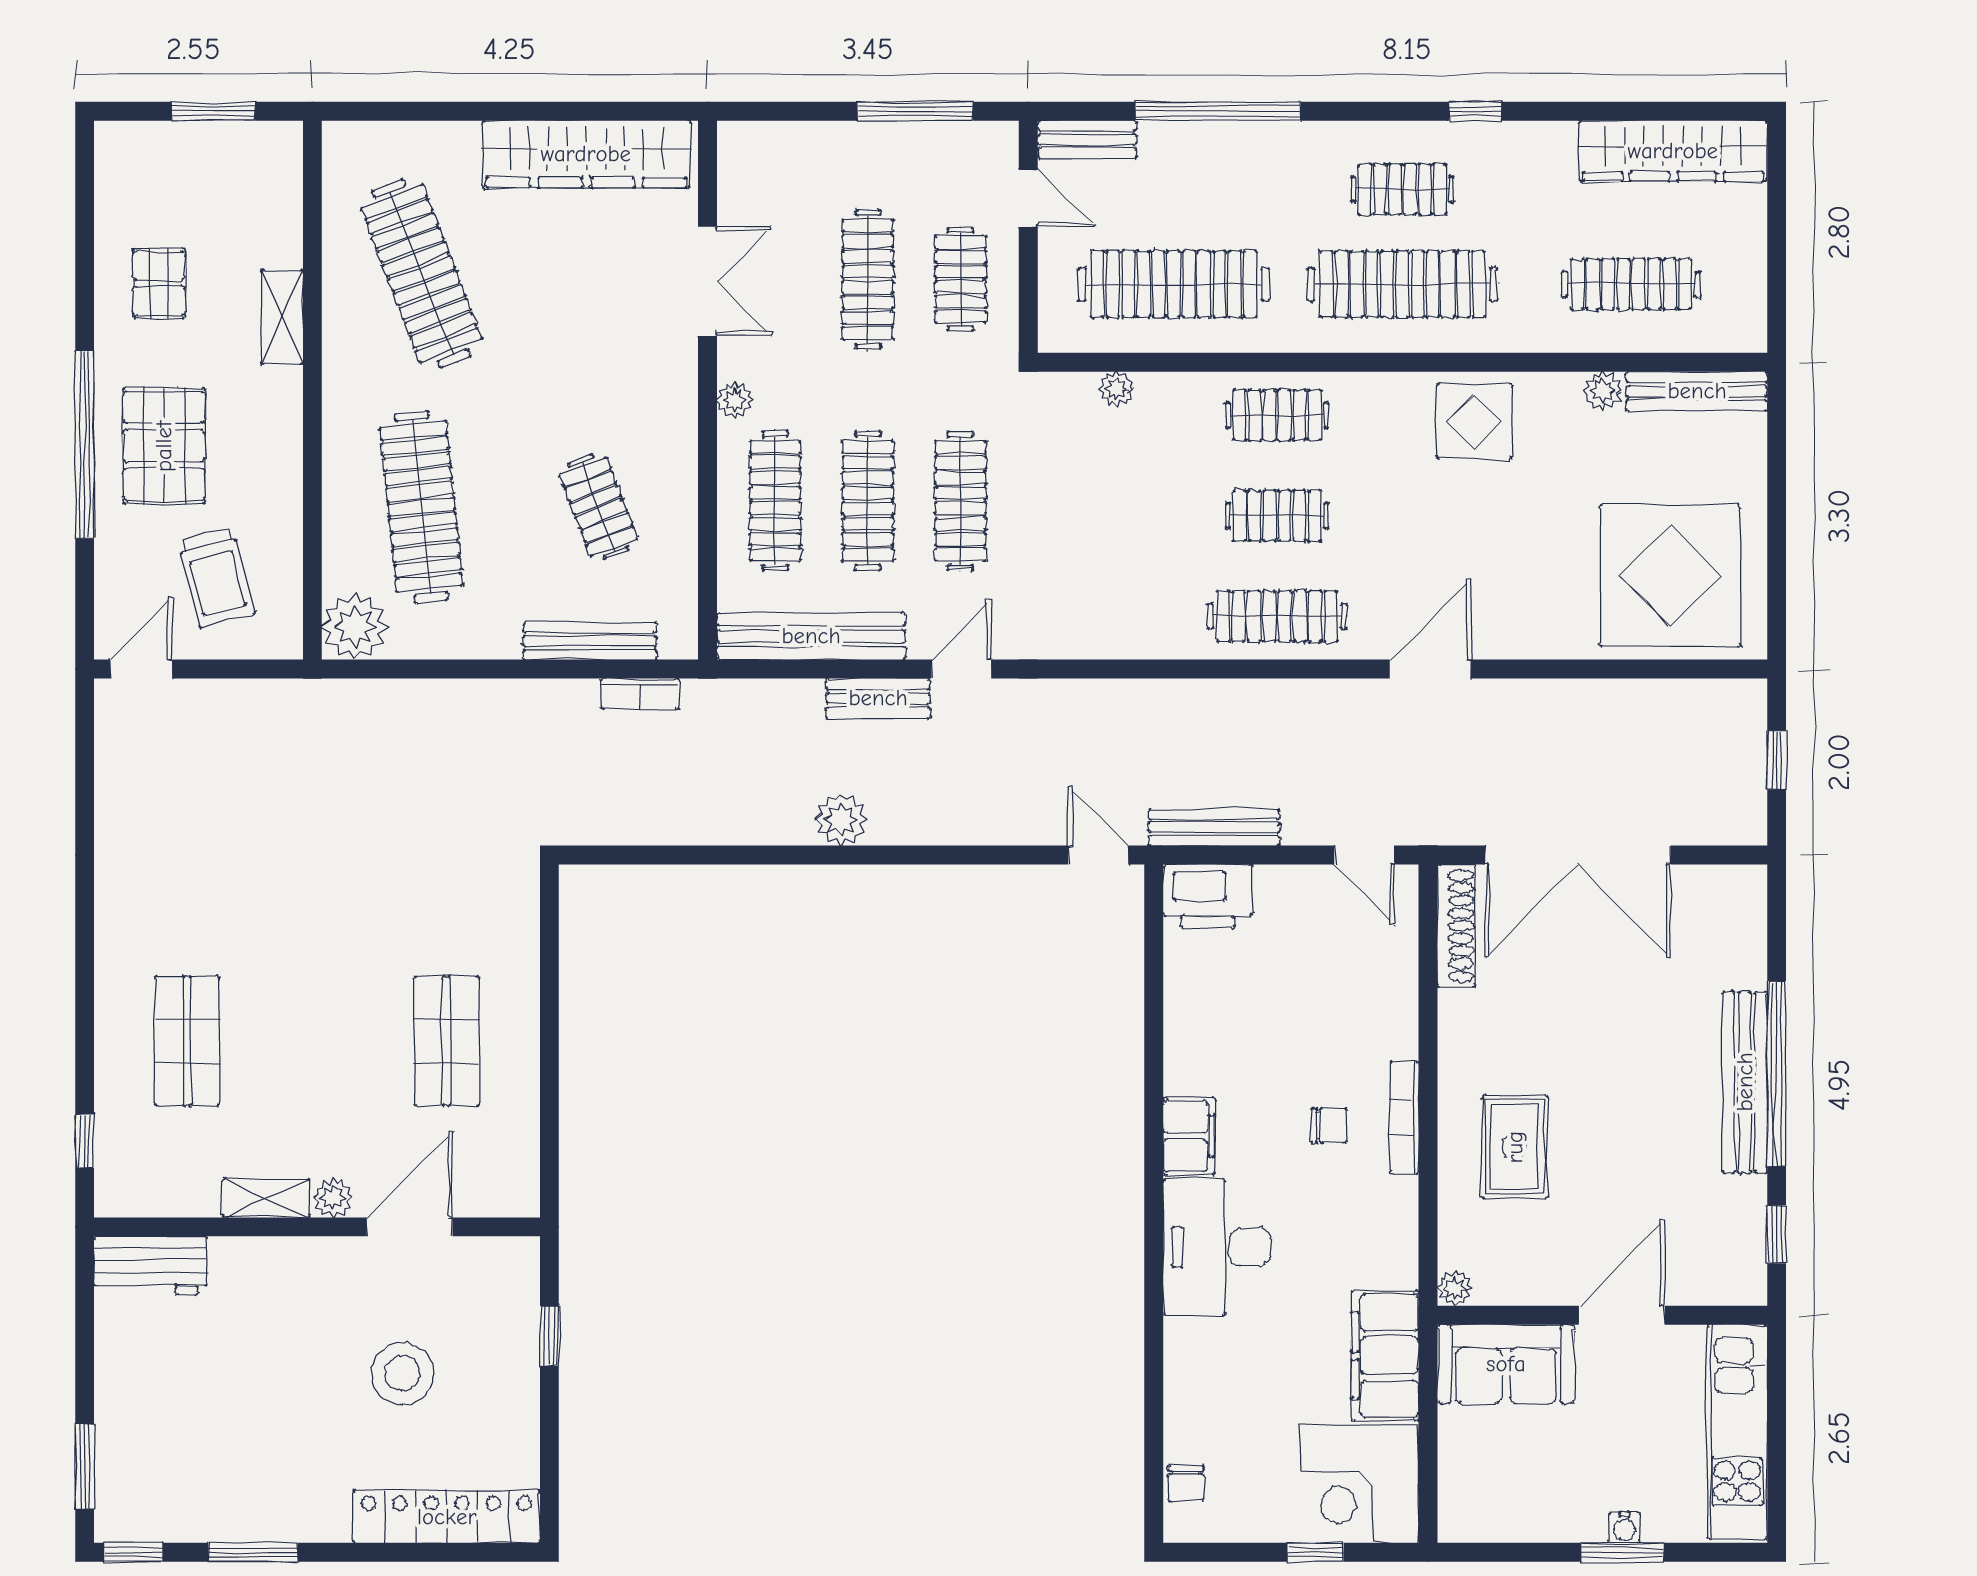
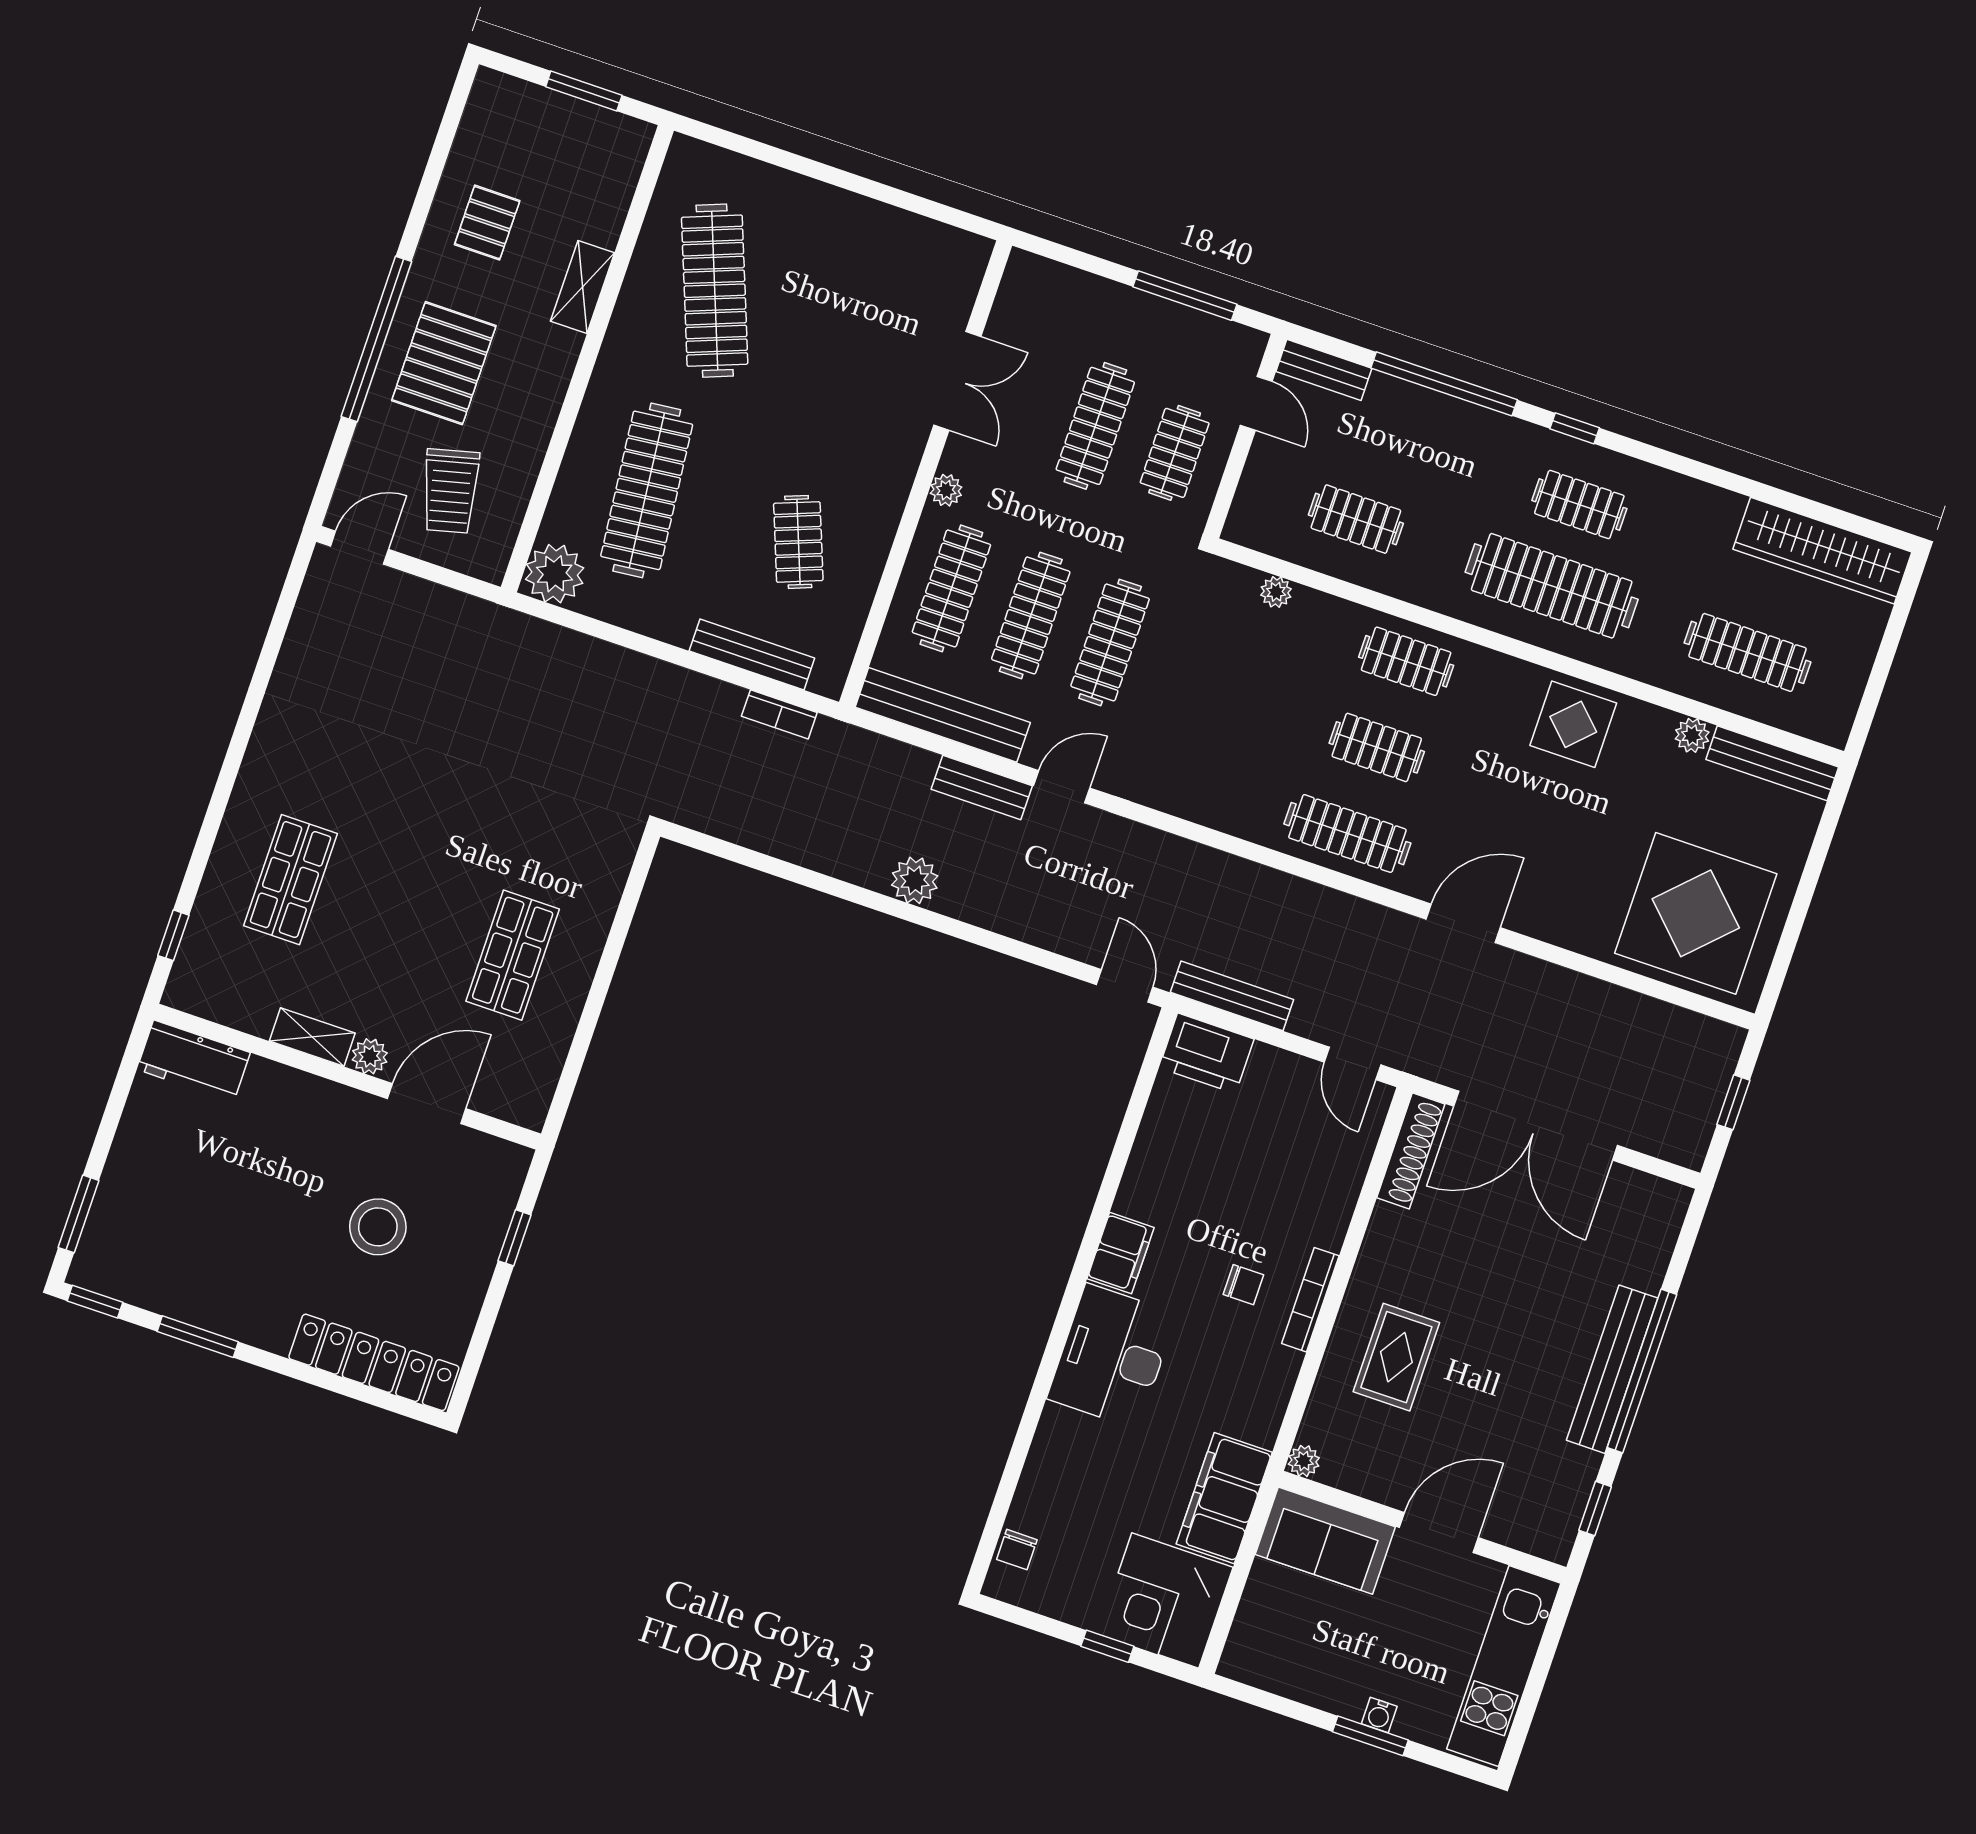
window: (1475, 111) -> (1575, 428), moved
wardrobe: (586, 154) -> (891, 237), removed
clothes rail: (1174, 284) -> (1356, 519), width x0.54, depth x0.76

